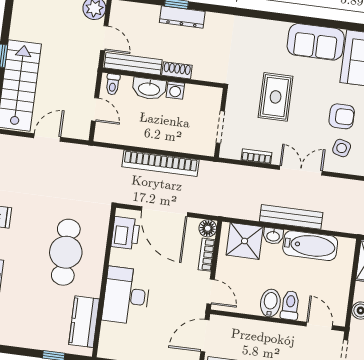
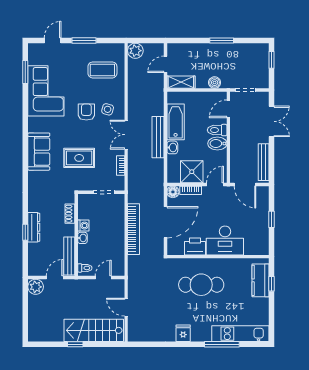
sofa: (316, 42) -> (39, 152), moved
shoe rack: (177, 70) -> (70, 214), moved
washbasin: (149, 89) -> (82, 238), width x0.52, depth x0.69
printer: (126, 233) -> (195, 246), moved
shower: (245, 241) -> (192, 172), moved
kitchen counter: (84, 322) -> (261, 280), moved, turned 90

